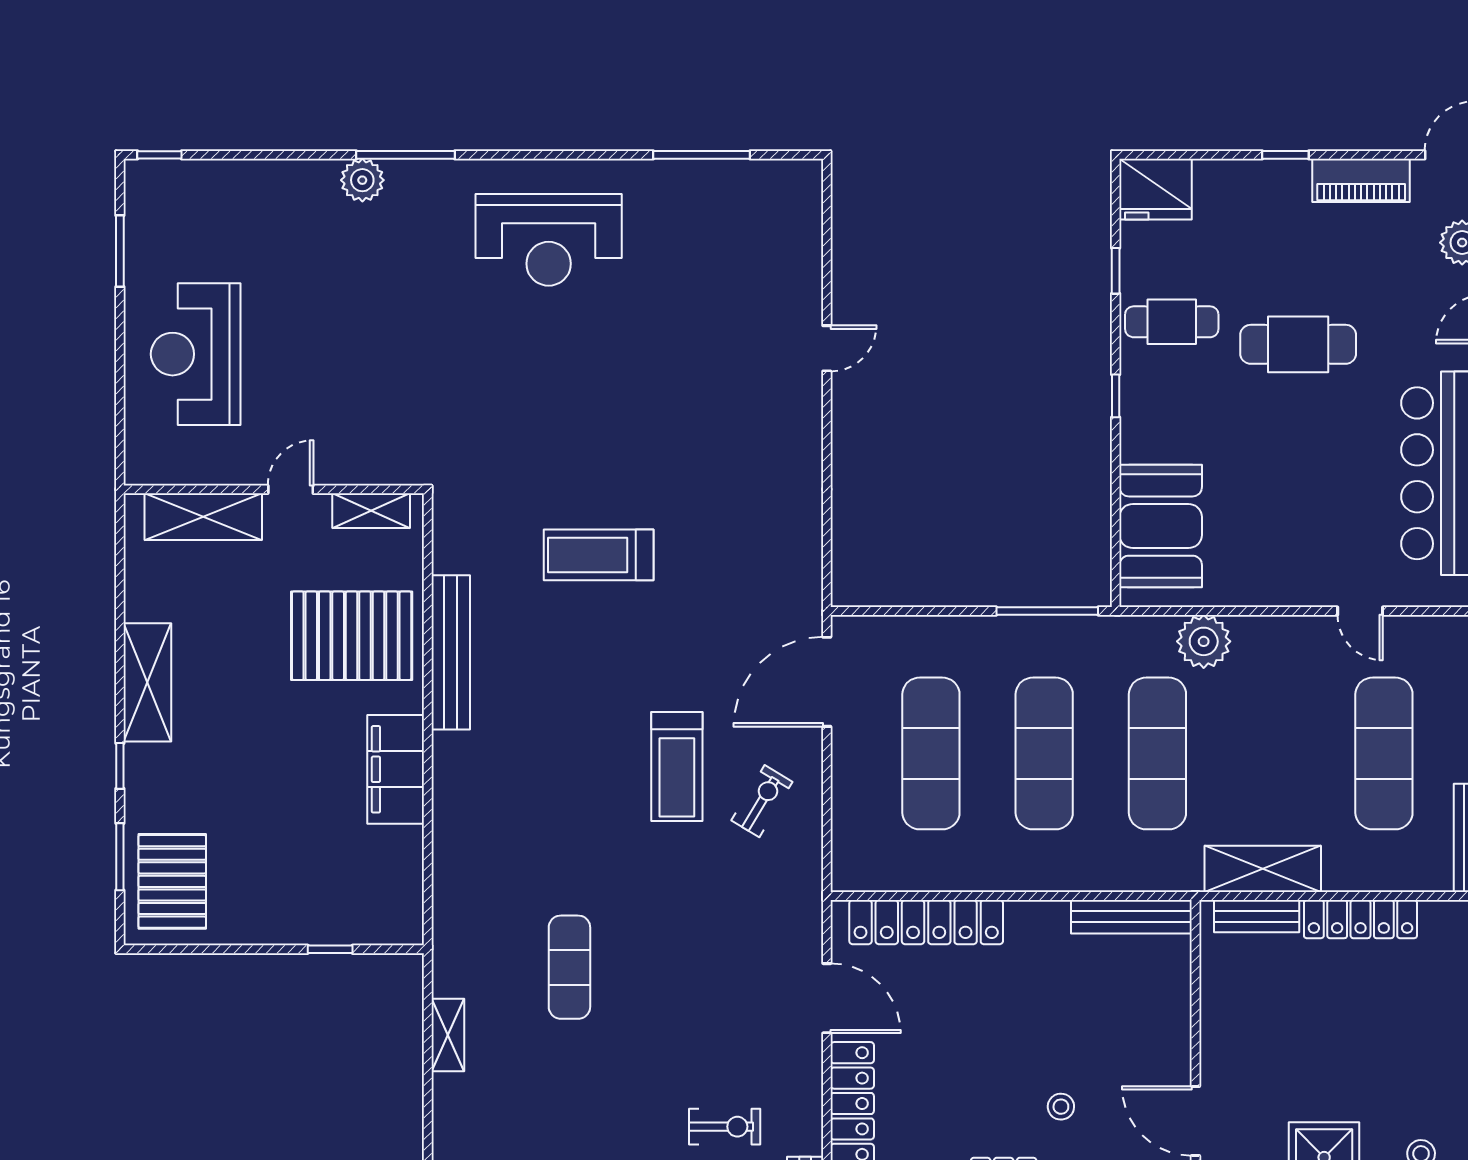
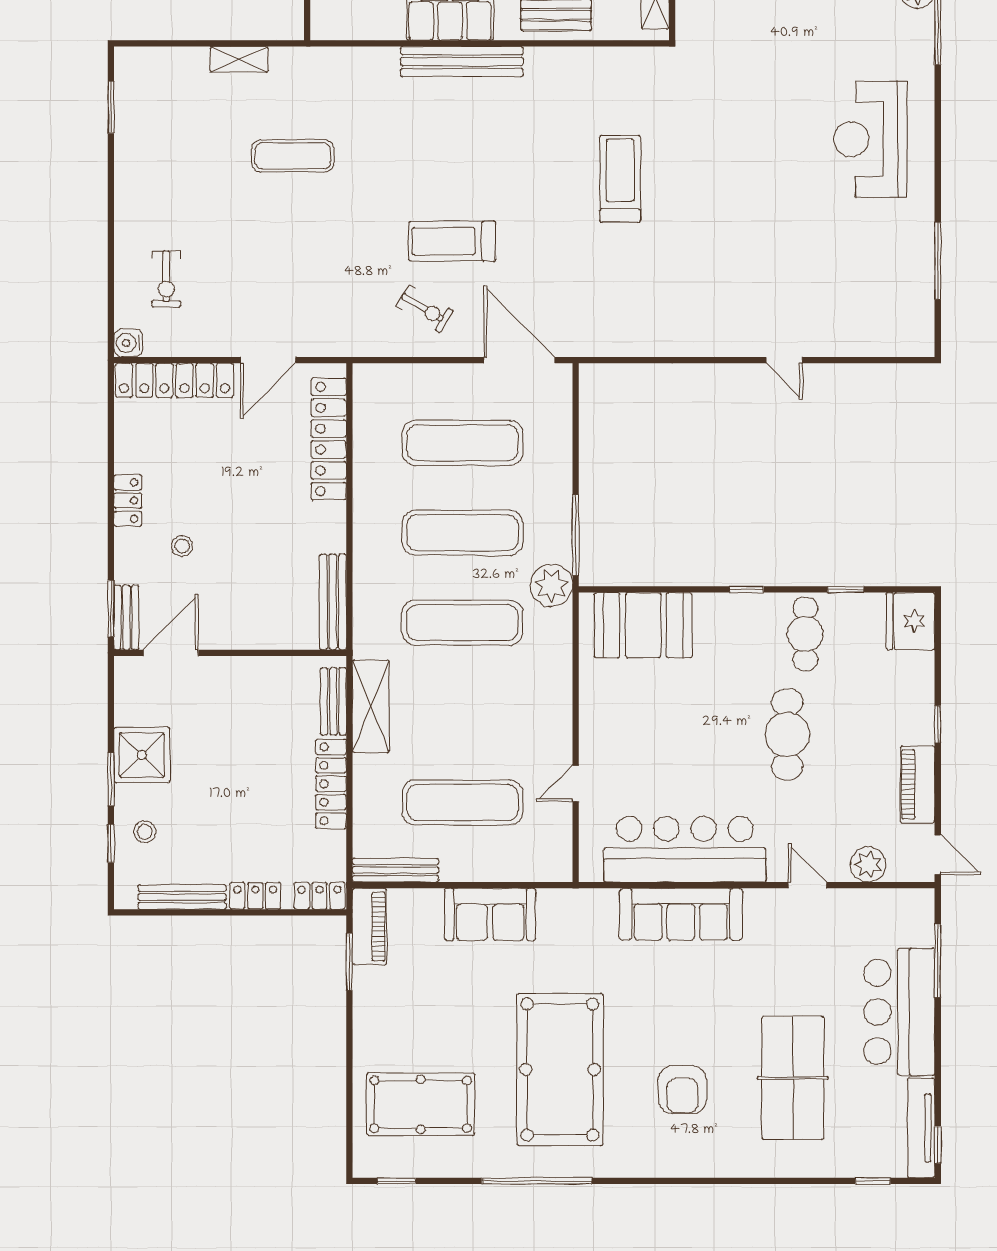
plant: (1204, 641) -> (551, 585), moved
bench: (451, 652) -> (462, 62), moved

